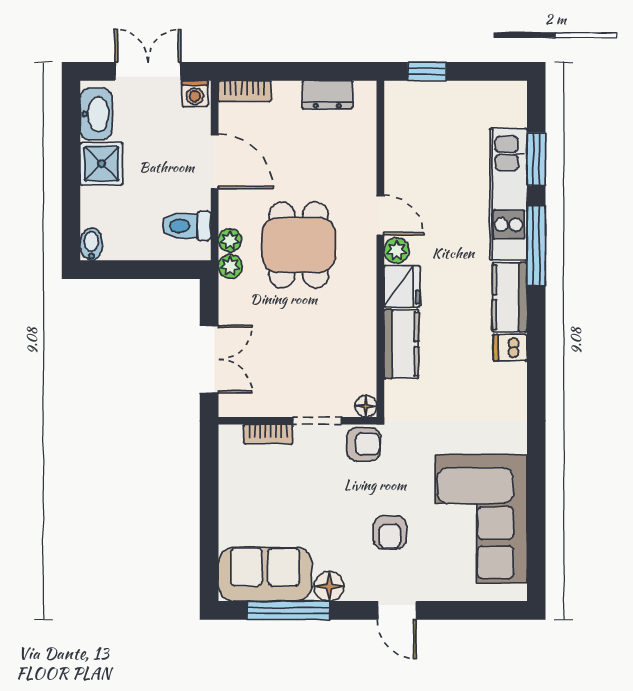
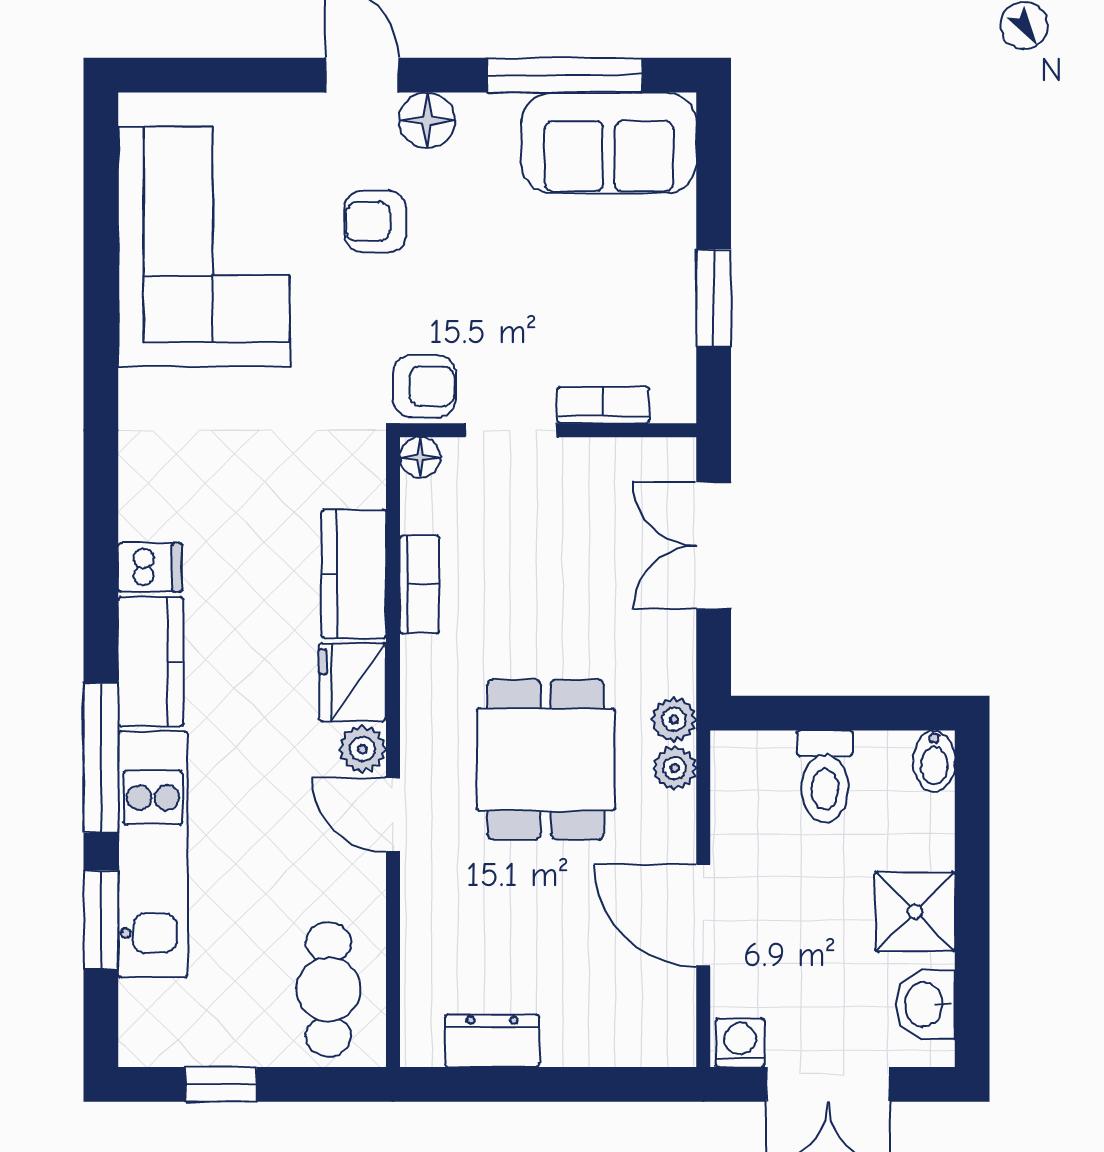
window: (427, 71) -> (221, 1084), moved
bookcase: (245, 91) -> (419, 584), moved, turned 90
washbasin: (96, 114) -> (925, 1004), width x0.72
cafe table: (415, 122) -> (328, 989), added
toilet: (186, 226) -> (825, 776), moved, turned 90
armchair: (364, 444) -> (424, 386), turned 180
window: (209, 491) -> (714, 298), added
armchair: (390, 532) -> (375, 221), turned -90
floor lamp: (329, 586) -> (427, 120), moved

